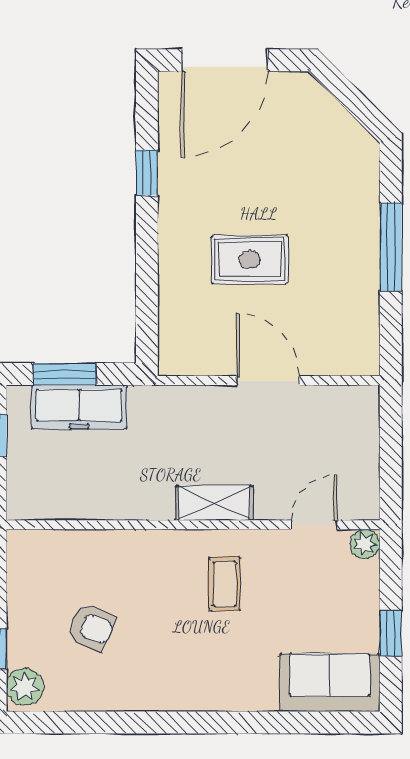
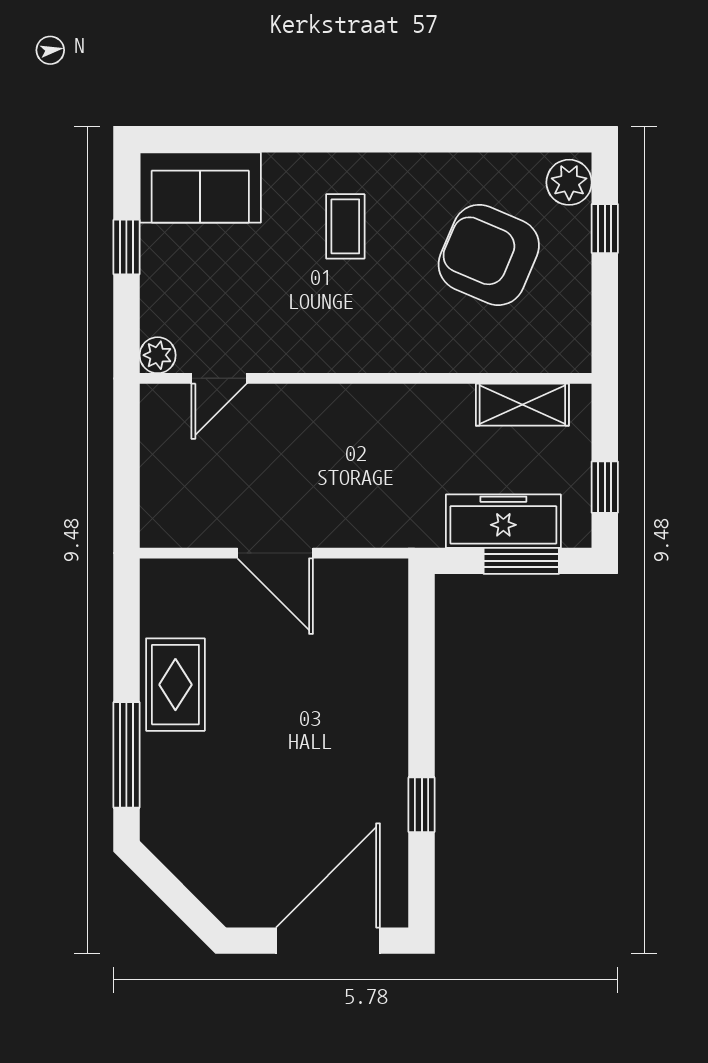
window: (391, 247) -> (126, 755), moved
rug: (250, 260) -> (175, 685), moved, turned 90
shelving: (214, 503) -> (522, 405), moved
coffee table: (225, 584) -> (345, 226), moved
armchair: (91, 627) -> (489, 255), width x1.88, depth x1.88

